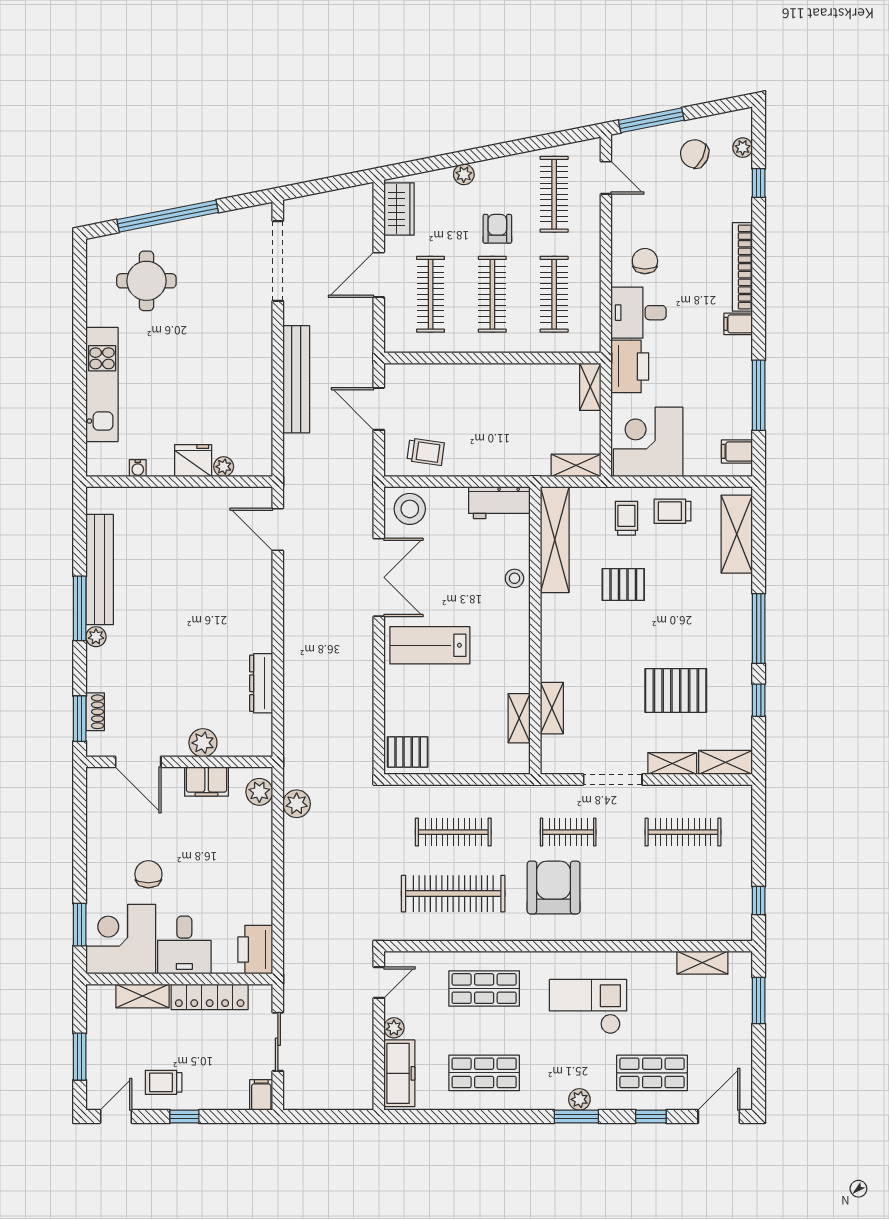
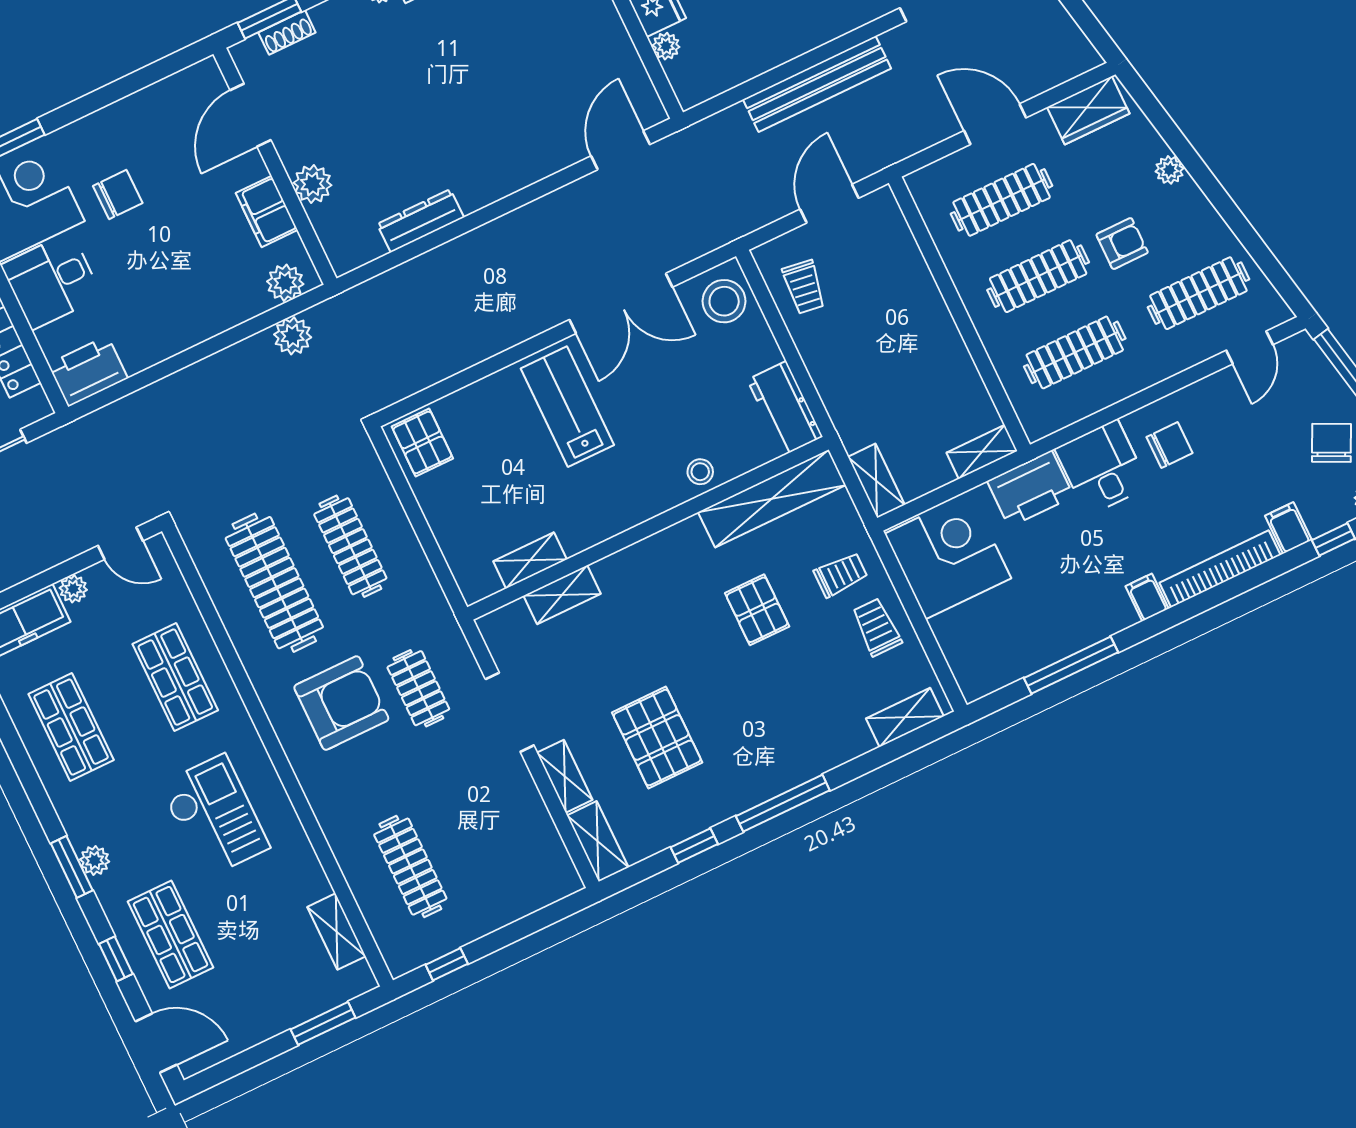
filing cabinet: (737, 451) -> (1288, 528), moved
shelving: (737, 534) -> (905, 717), width x0.67, depth x0.75
clothes rail: (683, 832) -> (410, 867), moved

